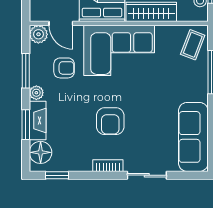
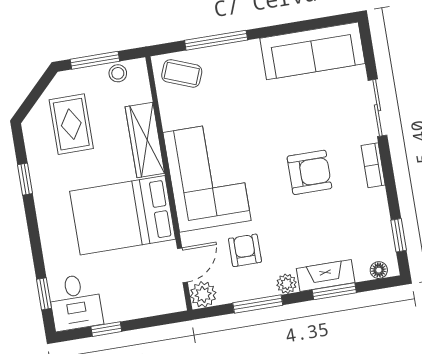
floor lamp: (41, 152) -> (379, 270), width x0.53, depth x0.53

